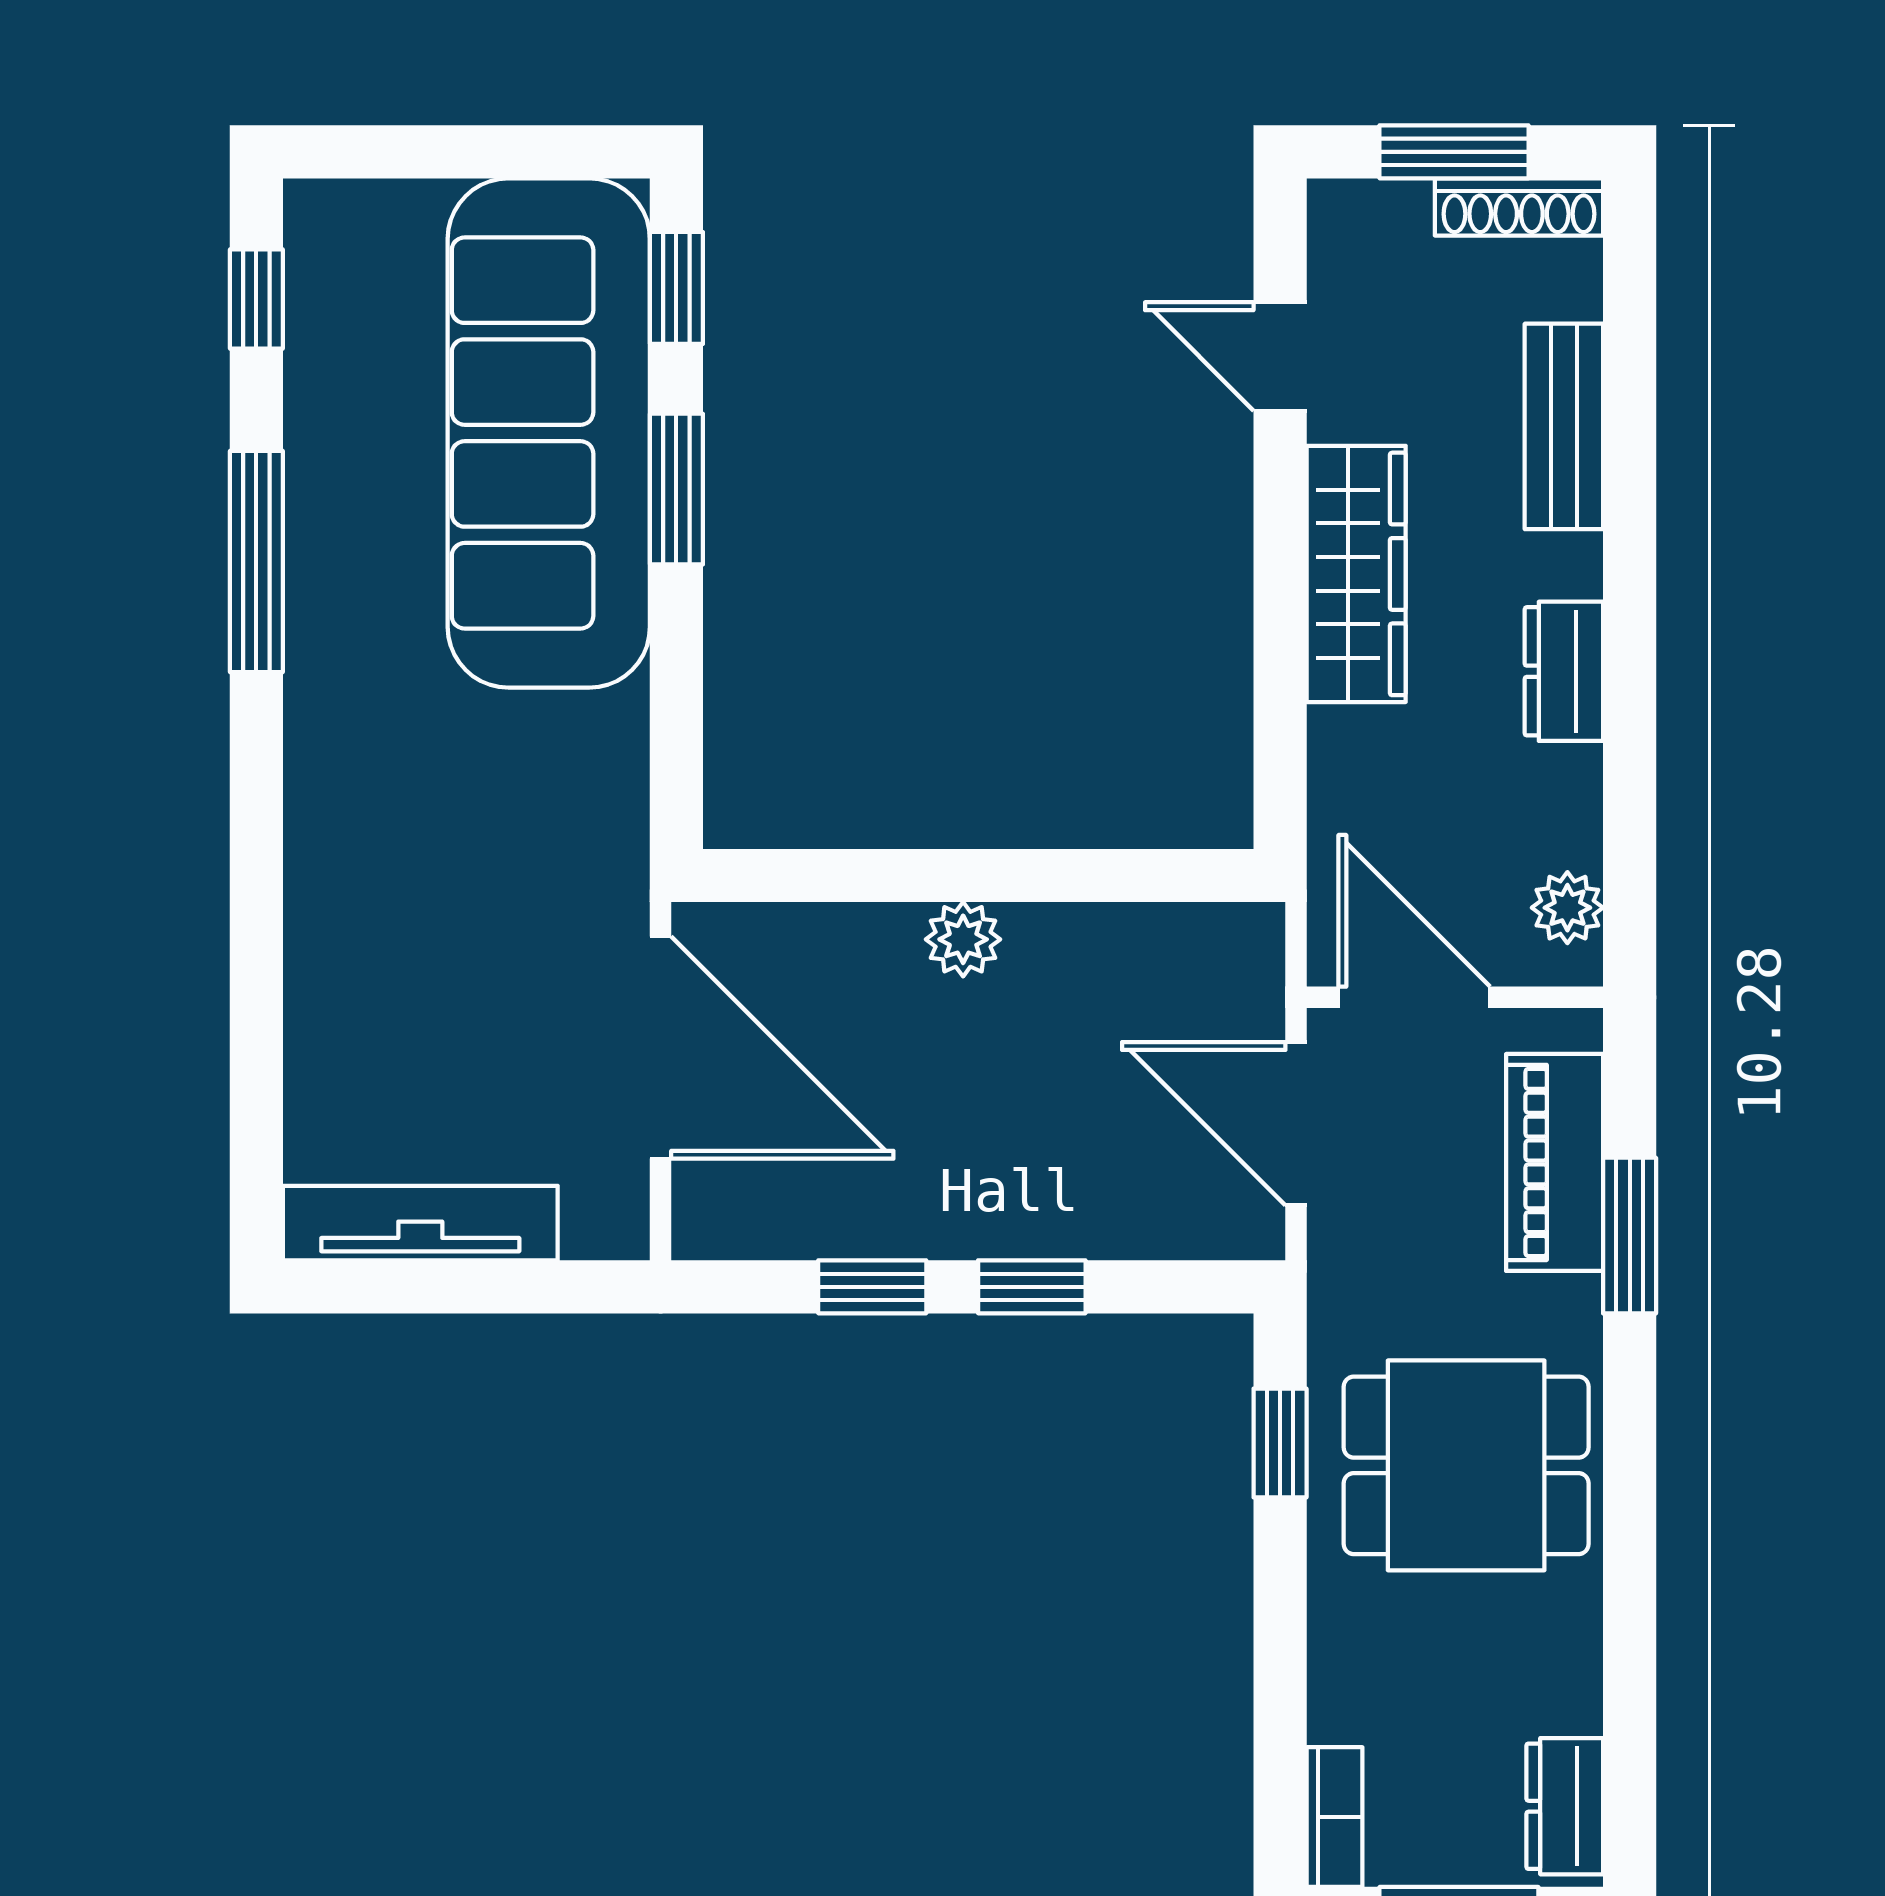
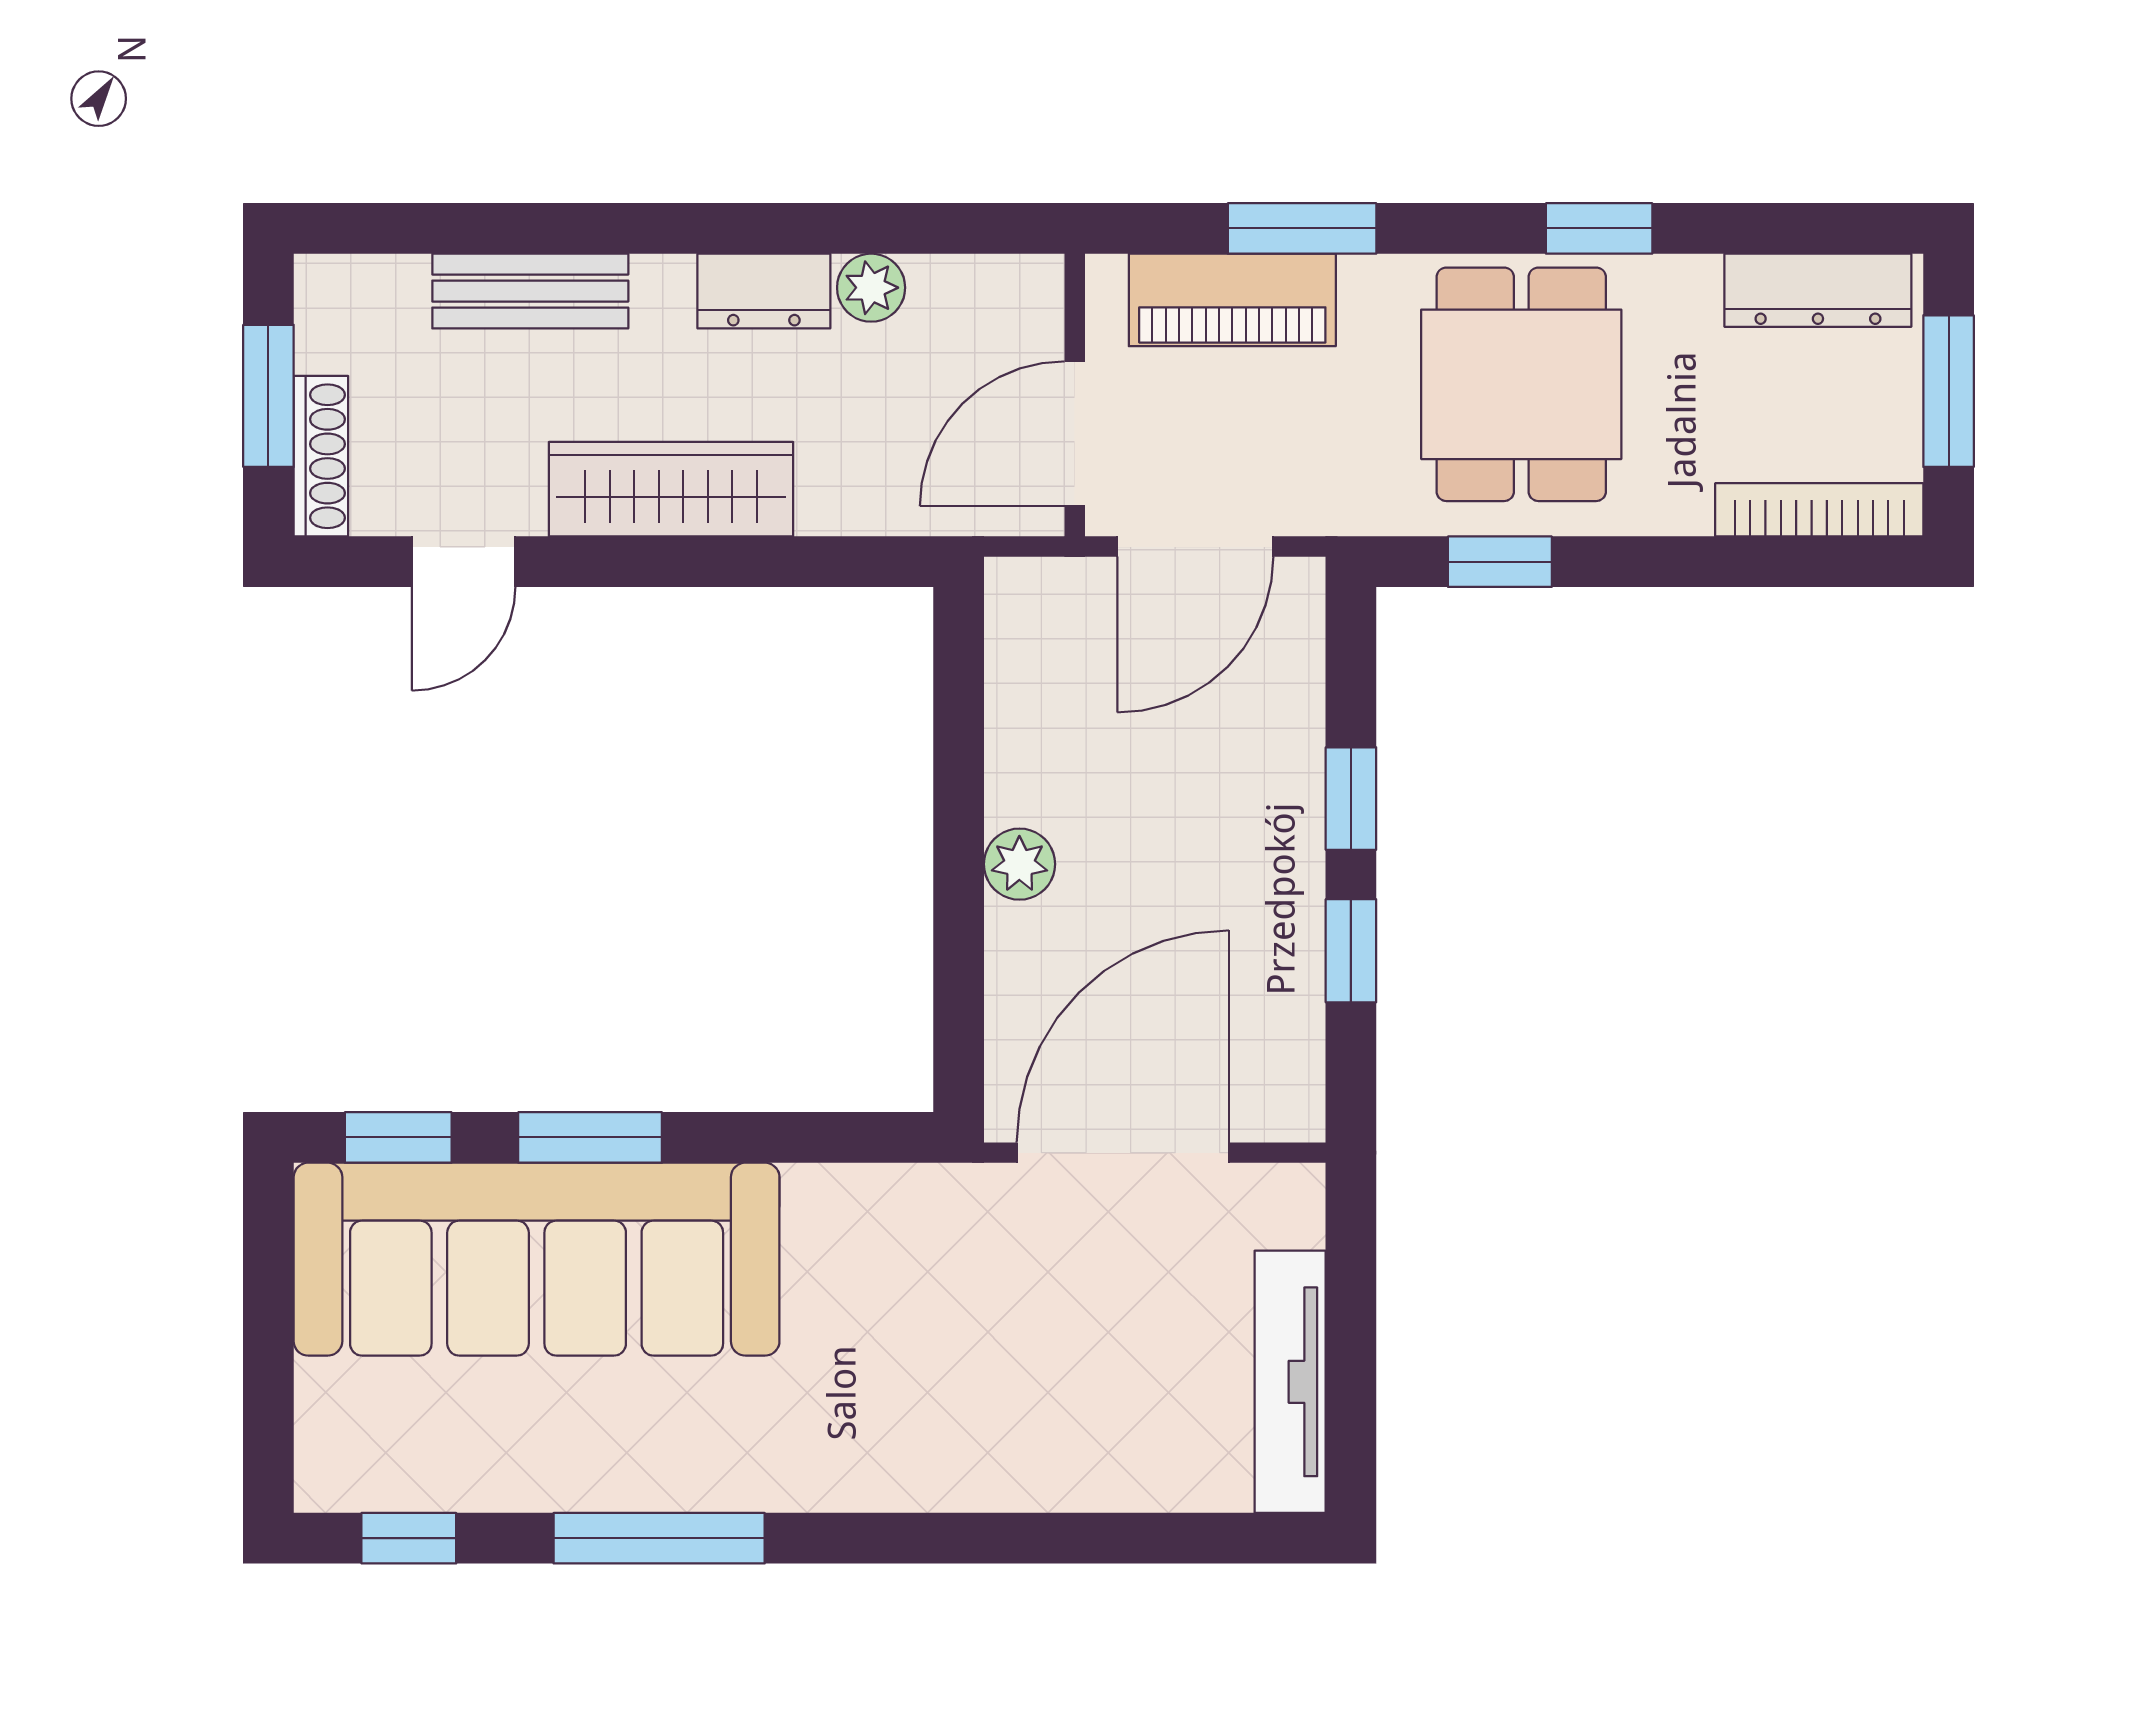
shoe rack: (1519, 207) -> (321, 456), moved
plant: (1567, 908) -> (871, 288), moved
window: (1630, 1547) -> (1599, 228), added
dresser: (1565, 1806) -> (1818, 290), width x1.44
bookcase: (1335, 1817) -> (1819, 510), width x1.56

